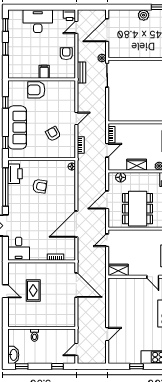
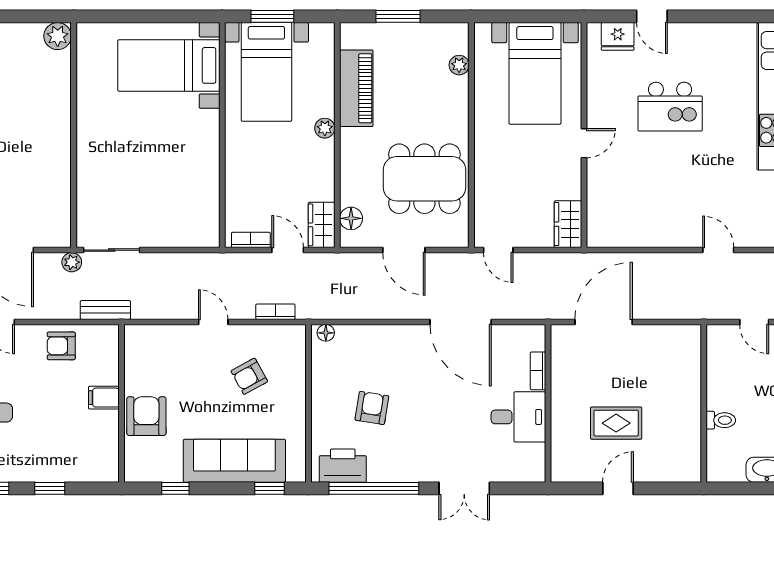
armchair: (36, 90) -> (146, 416), turned 180
wardrobe: (137, 165) -> (322, 225), moved
desk: (19, 249) -> (518, 417), moved

